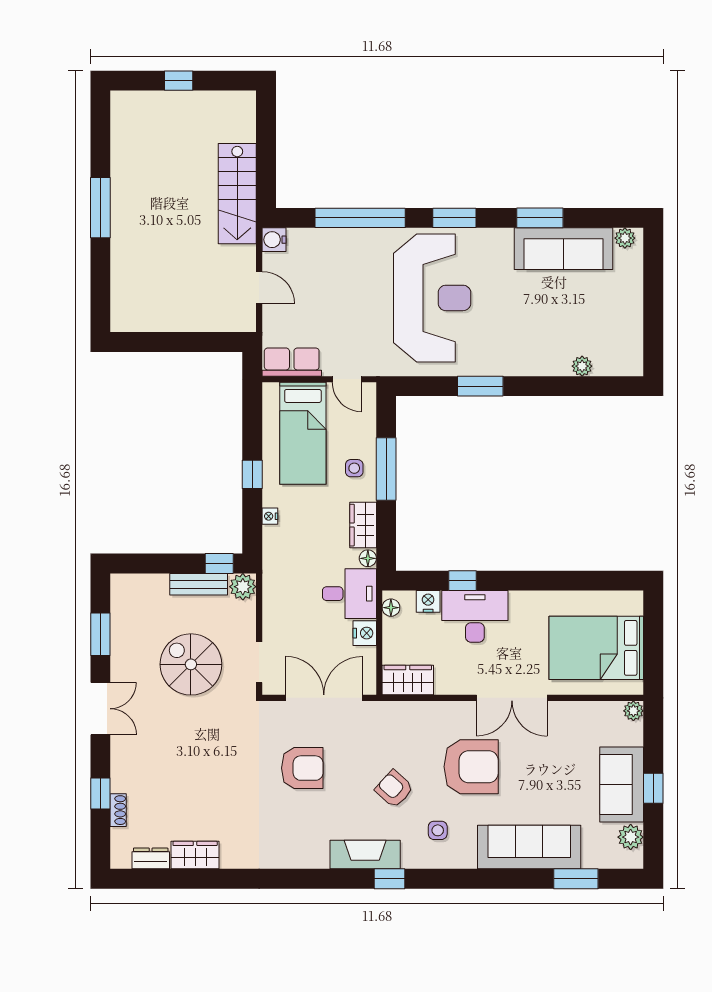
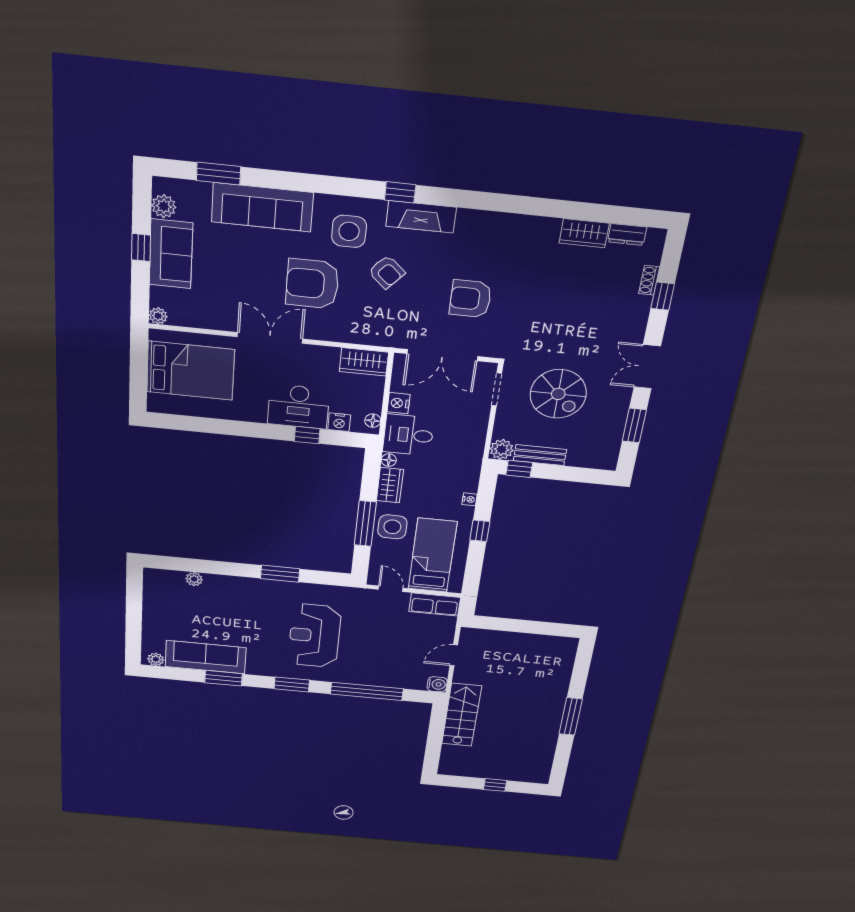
door: (259, 288) -> (454, 655), hinge flipped
reception desk: (432, 298) -> (314, 636), width x0.74, depth x0.77
side table: (354, 468) -> (392, 527), width x1.87, depth x1.87
side table: (438, 830) -> (349, 231), width x1.87, depth x1.87

